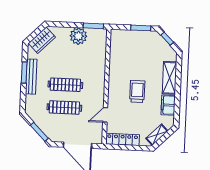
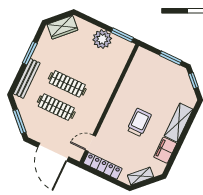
bench: (31, 77) -> (27, 78), moved
door: (105, 115) -> (90, 143), moved

